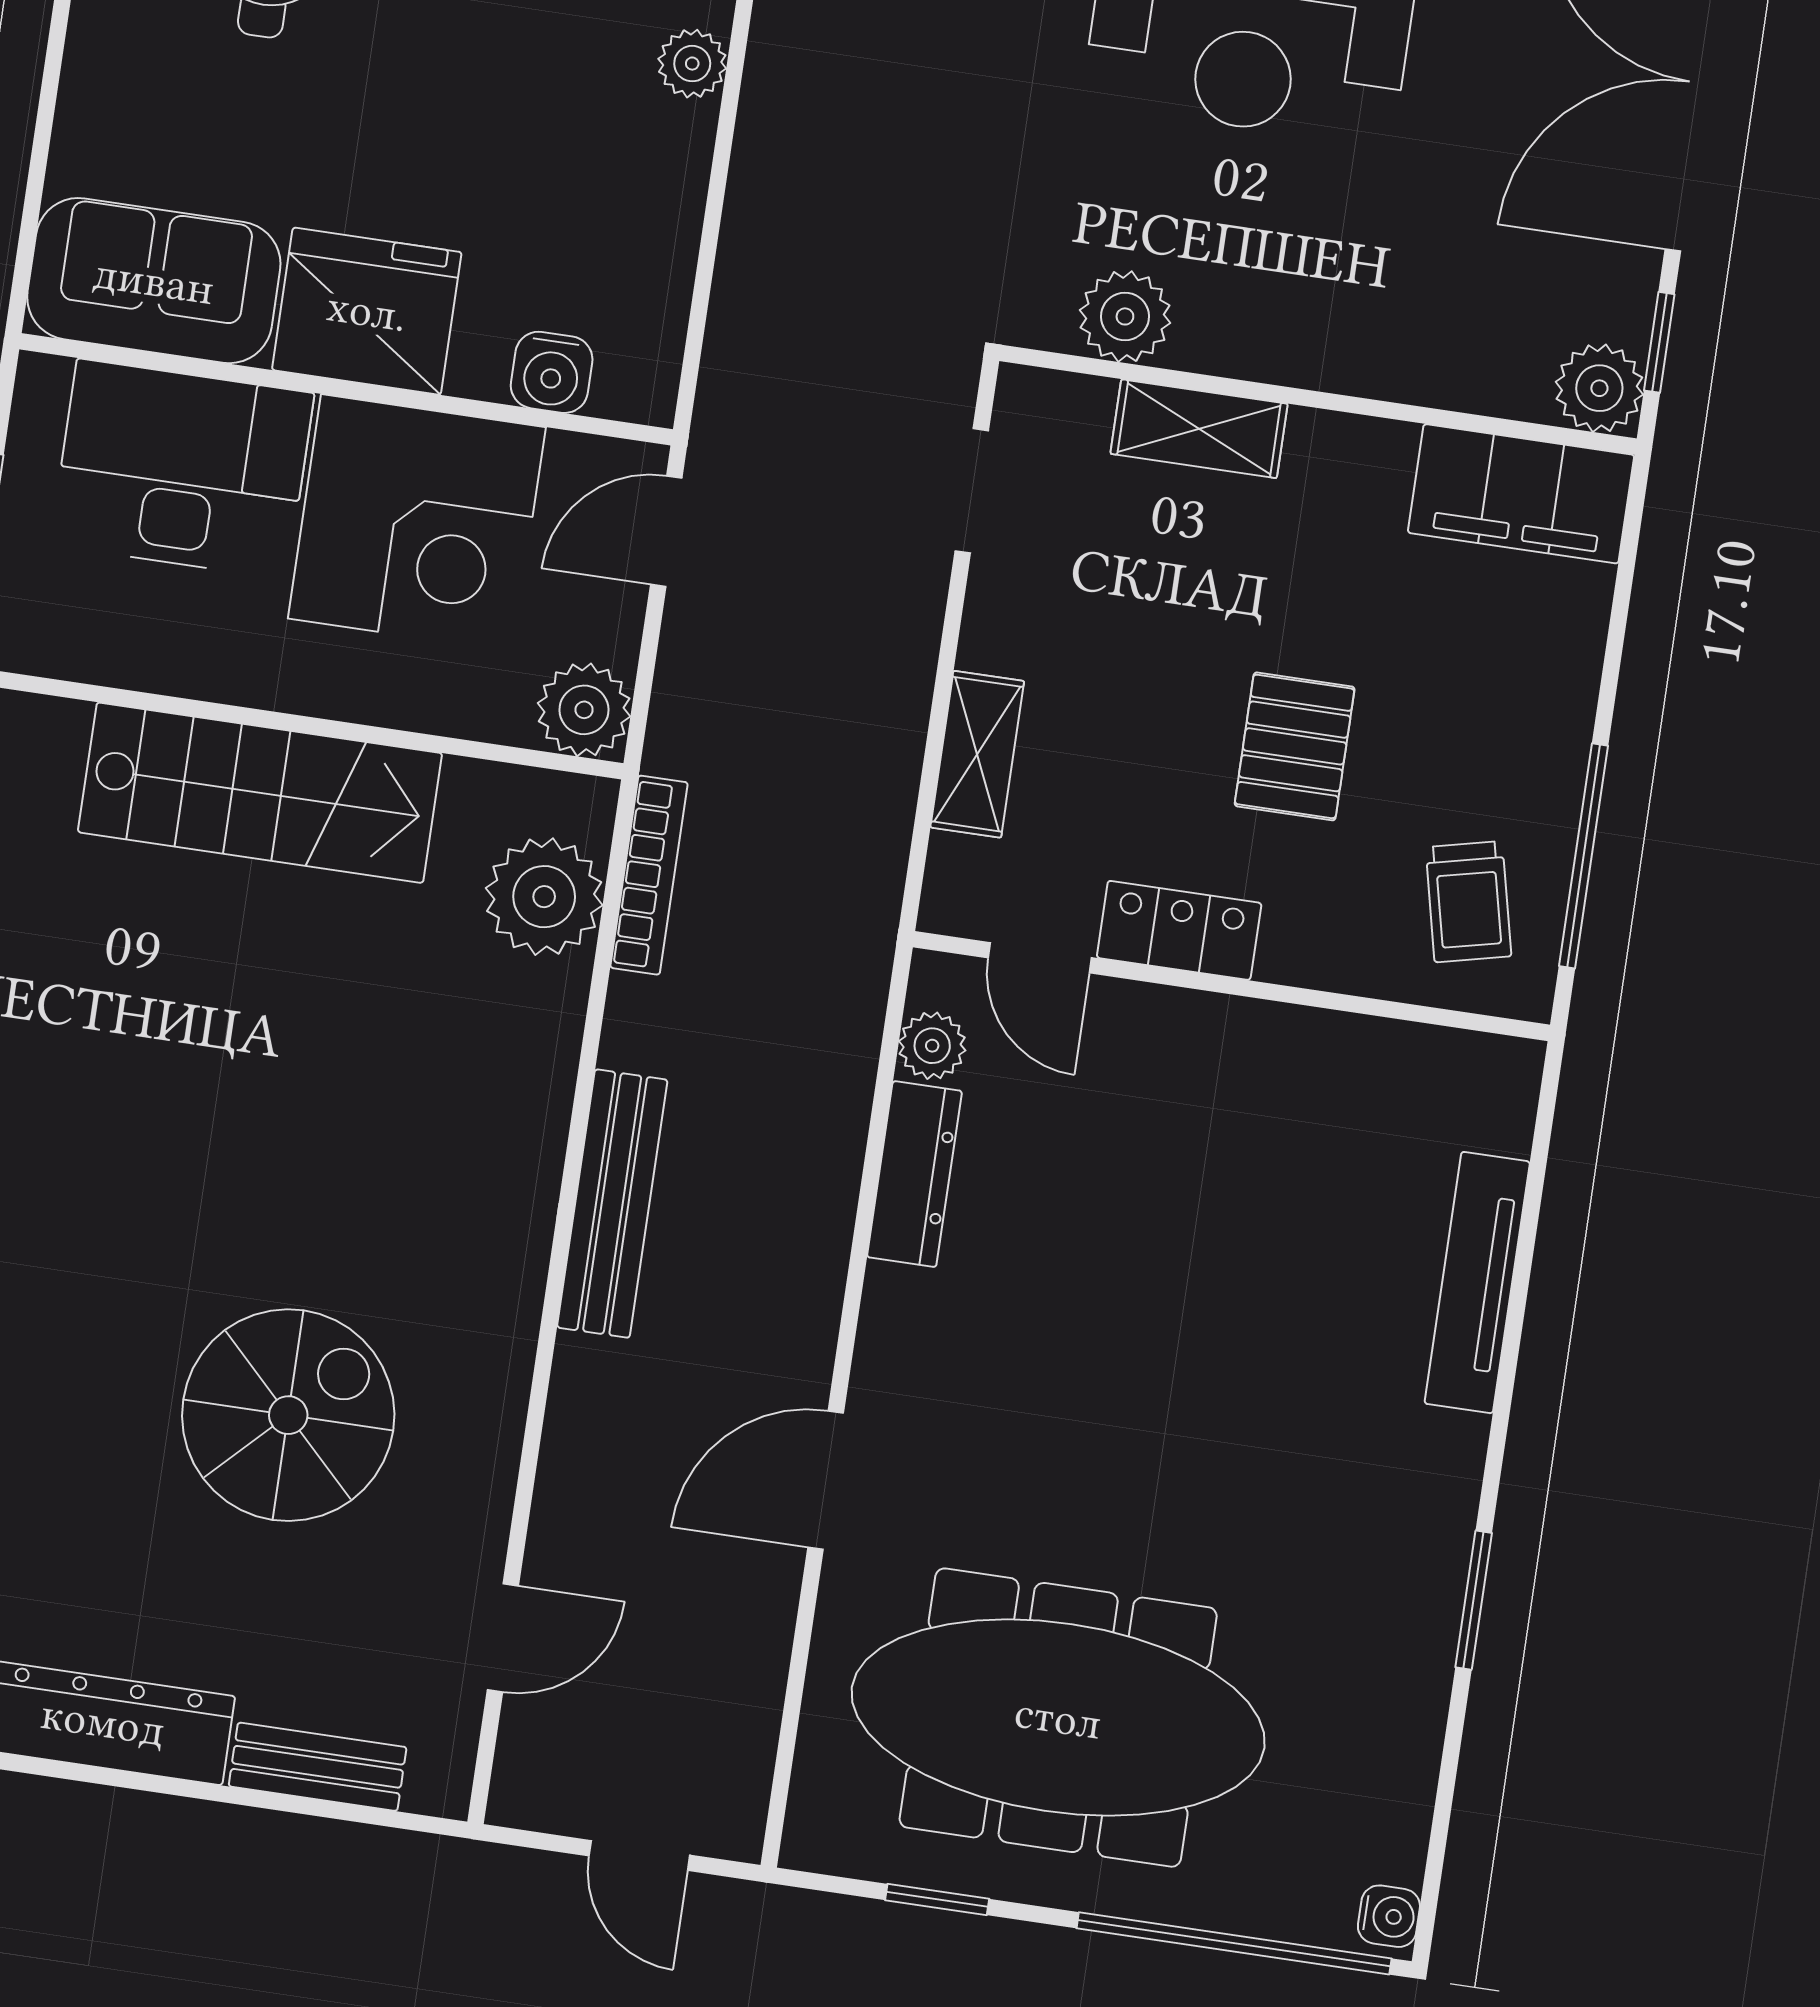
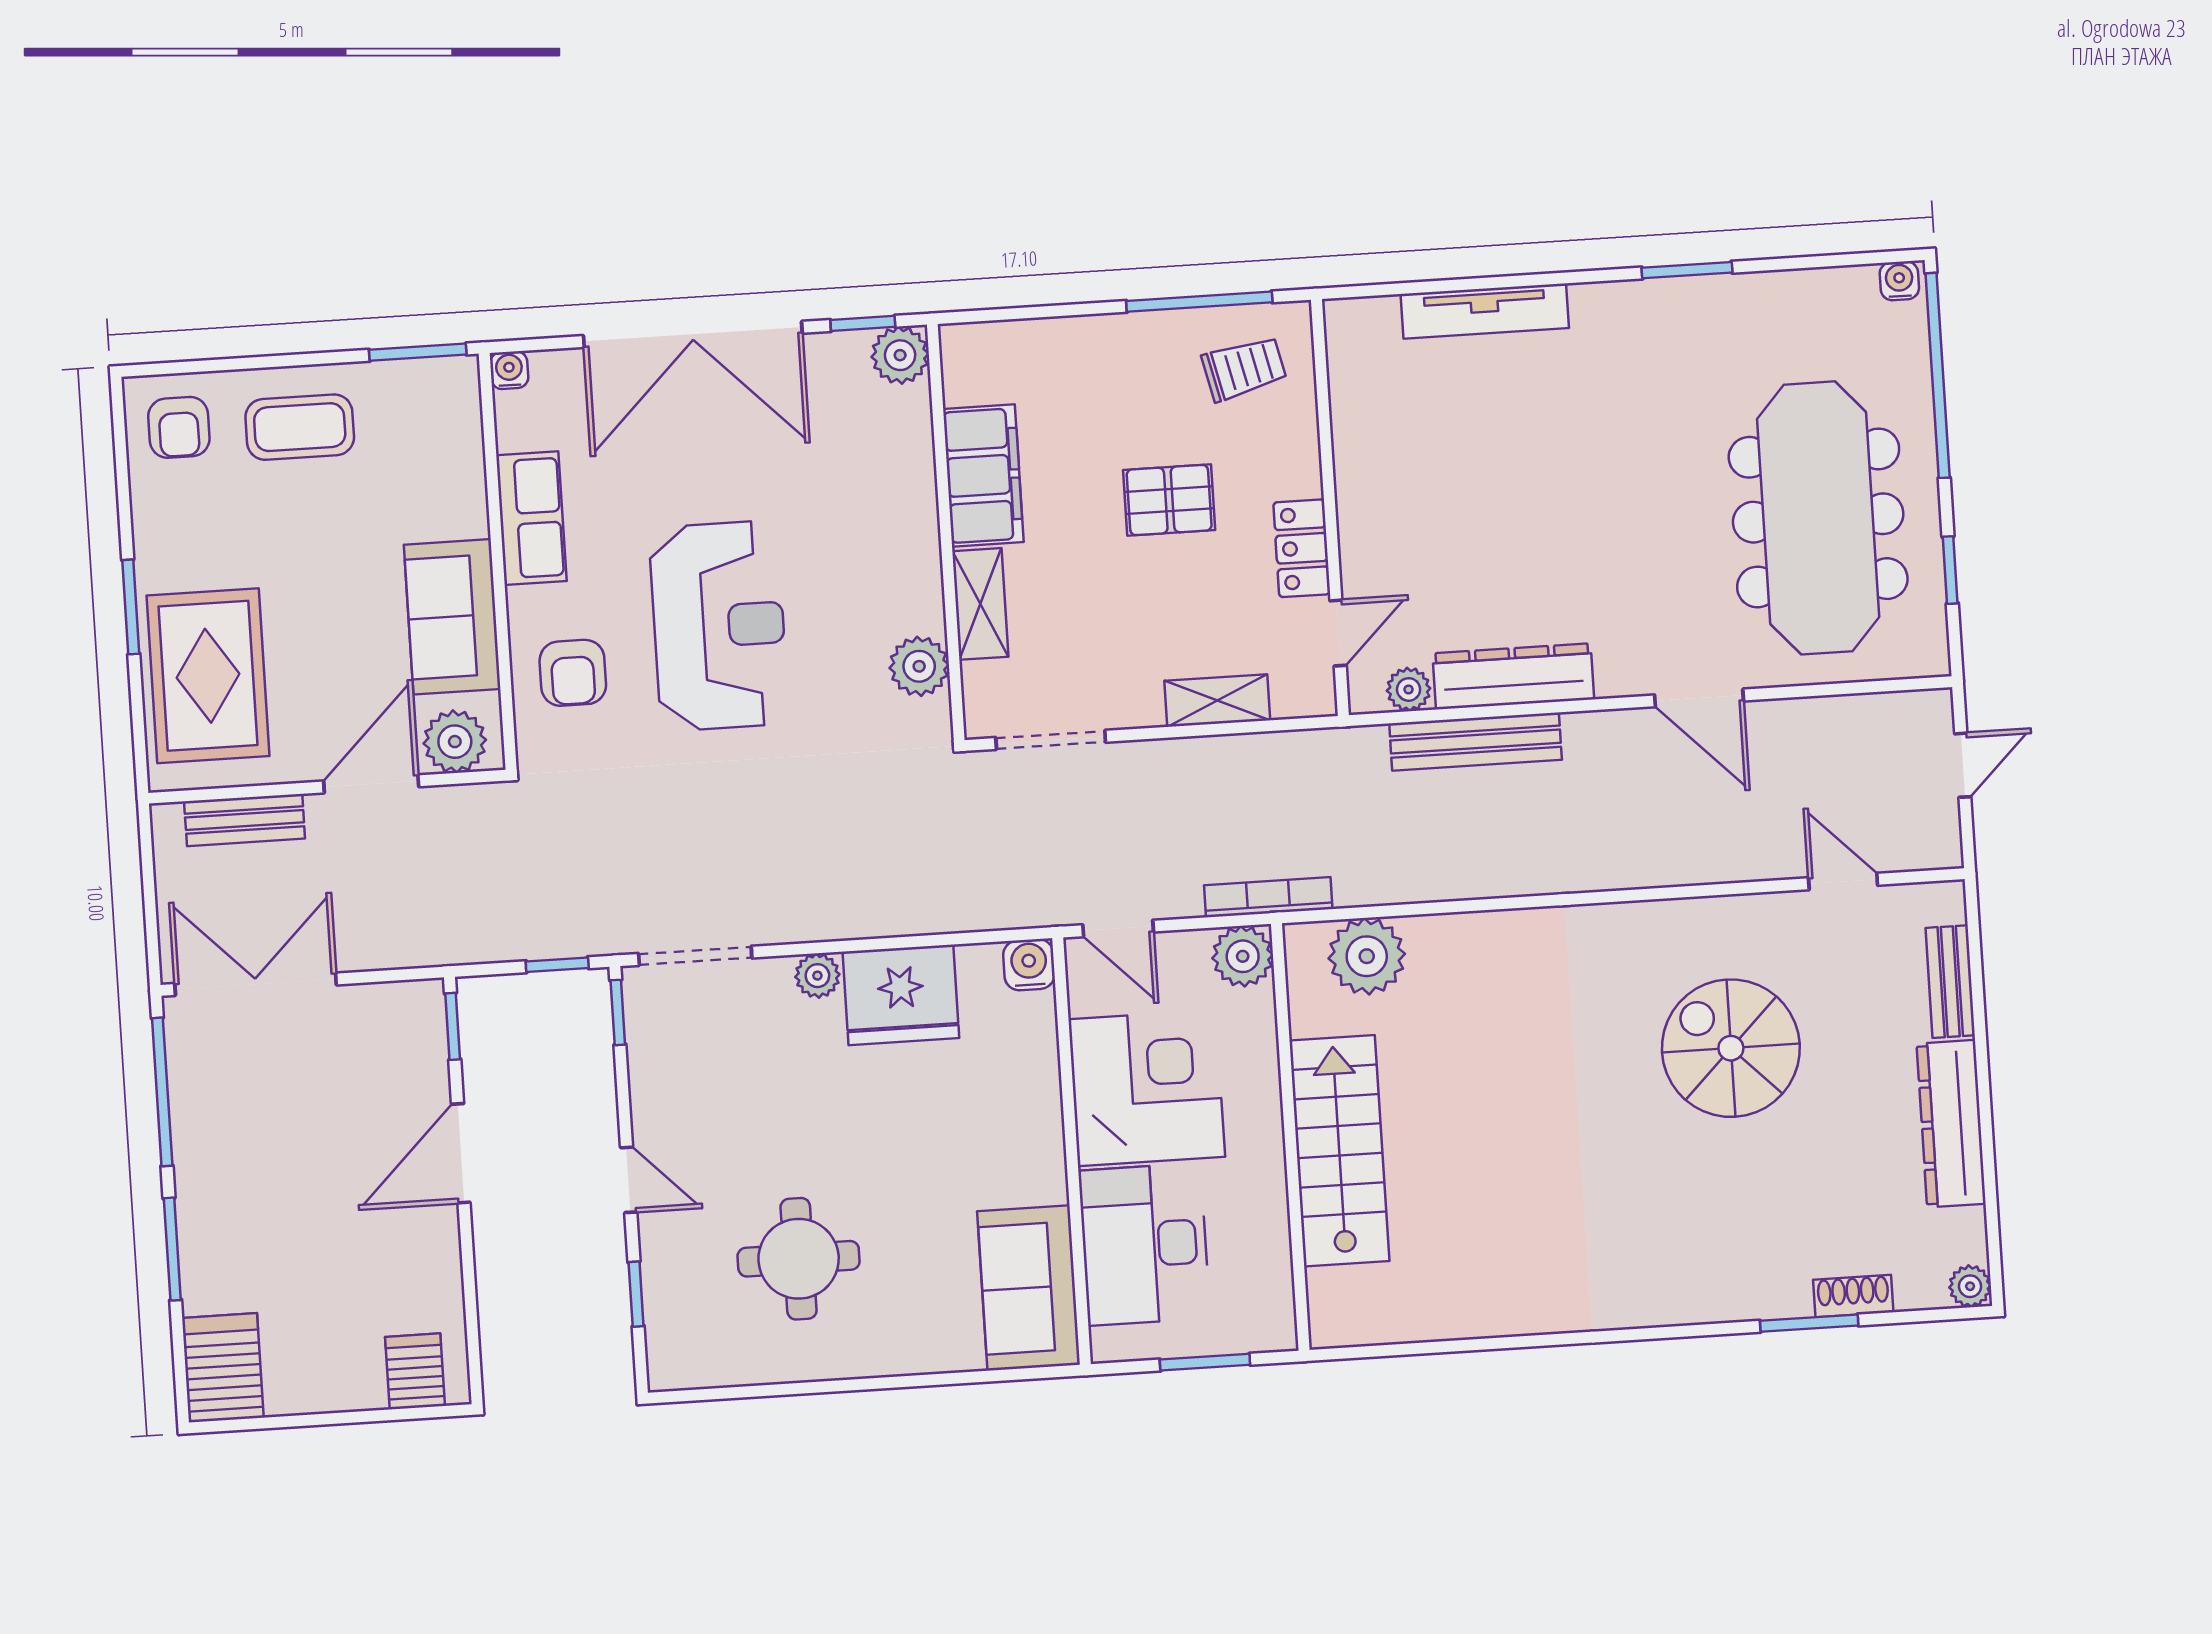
fridge: (367, 311) -> (901, 995), moved, turned -90
water cooler: (552, 372) -> (1029, 965), moved, turned -90
doorway: (972, 491) -> (1051, 740), width x1.38
filing cabinet: (1521, 494) -> (983, 476), moved
bookcase: (649, 875) -> (1268, 897), moved
dresser: (914, 1174) -> (1513, 676), width x1.37, depth x1.24
bench: (612, 1204) -> (1476, 742), moved

